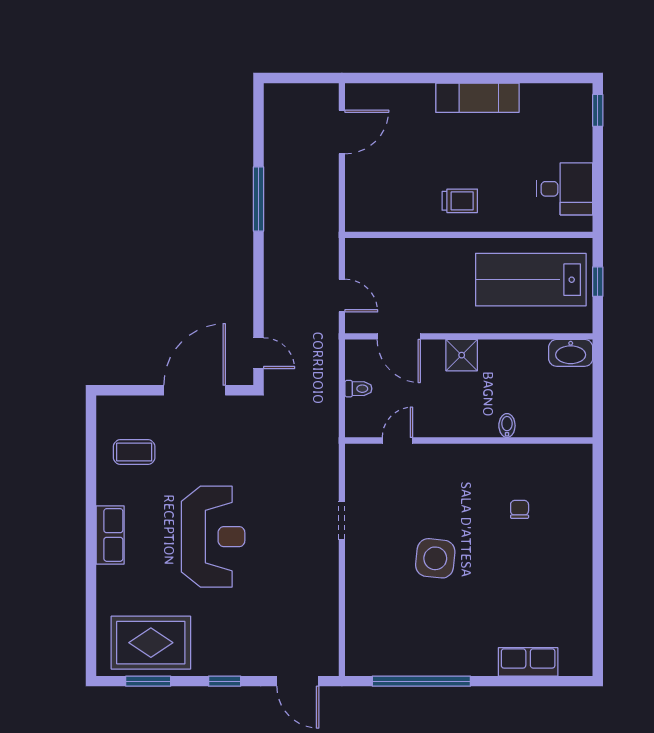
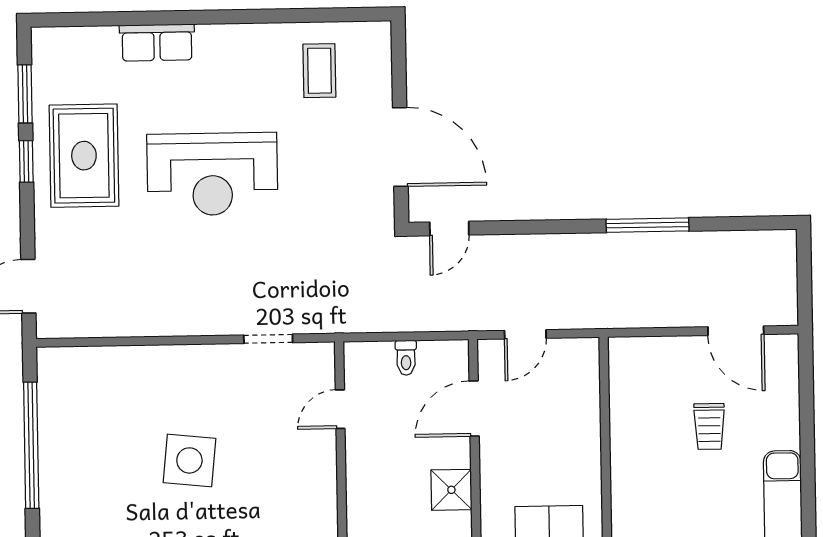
trolley: (460, 201) -> (709, 426), moved
door: (397, 440) -> (340, 409), swing flipped
doorway: (342, 520) -> (268, 339), moved
row of seats: (110, 535) -> (157, 43), moved
rug: (151, 643) -> (84, 156), moved
window: (225, 681) -> (26, 161), moved

